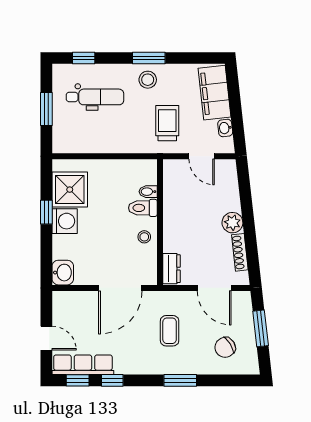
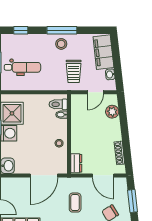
window: (149, 58) -> (62, 30), width x1.44
dental chair: (95, 97) -> (22, 67), moved
trolley: (167, 123) -> (74, 71), turned 180
door: (202, 156) -> (95, 92), hinge flipped
toilet: (143, 208) -> (58, 104), moved
plant: (232, 223) -> (112, 112), moved

